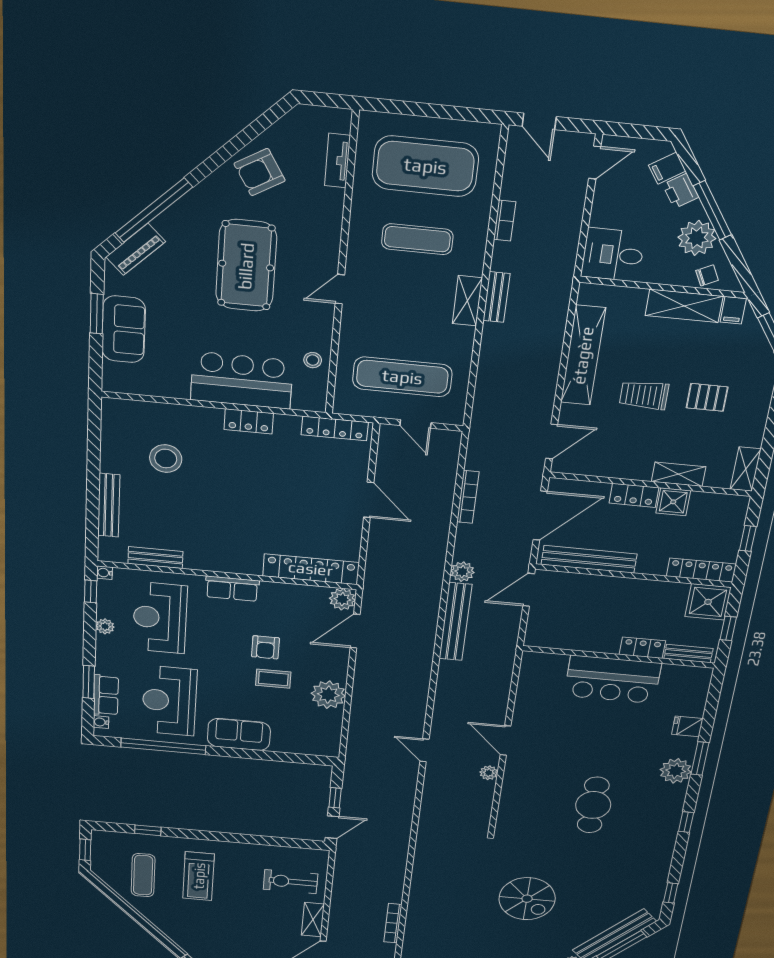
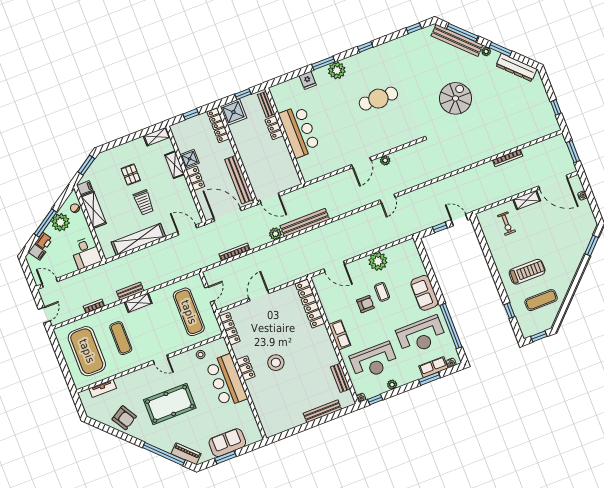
stool: (166, 459) -> (276, 363), moved
plant: (342, 599) -> (319, 281), removed
exercise bike: (291, 882) -> (507, 224), width x0.73, depth x0.72

